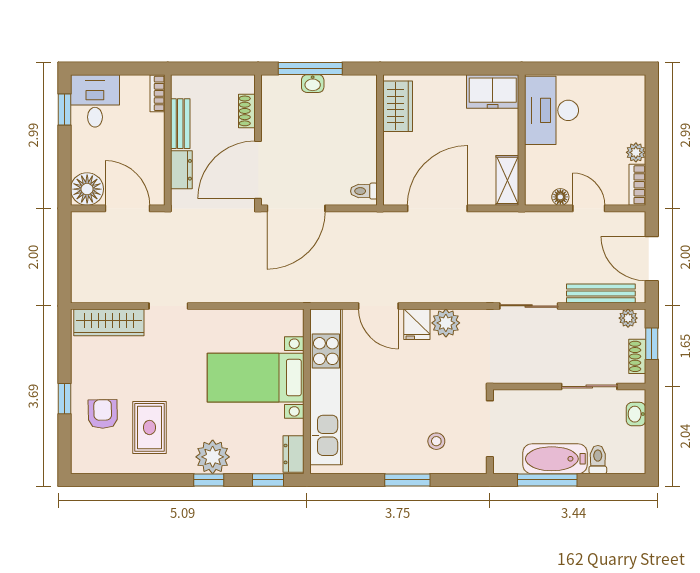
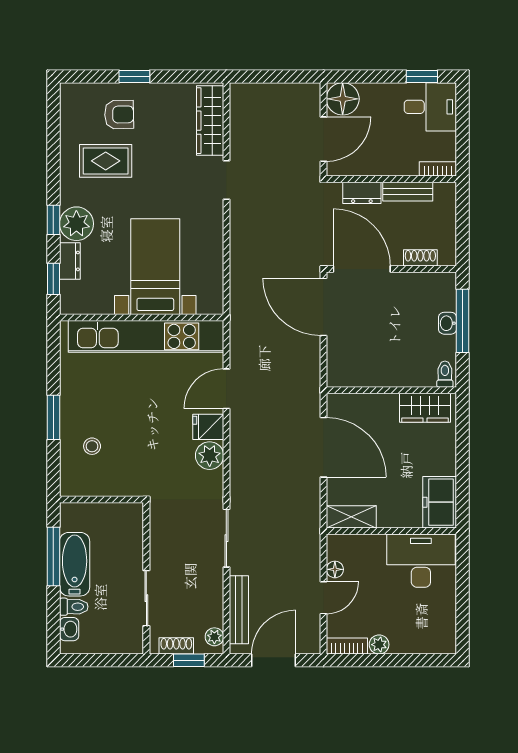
toilet: (364, 191) -> (445, 374), moved
washbasin: (636, 414) -> (69, 629), moved, turned 90
doorway: (490, 429) -> (104, 499), removed
dresser: (294, 454) -> (70, 261), moved, turned 90

